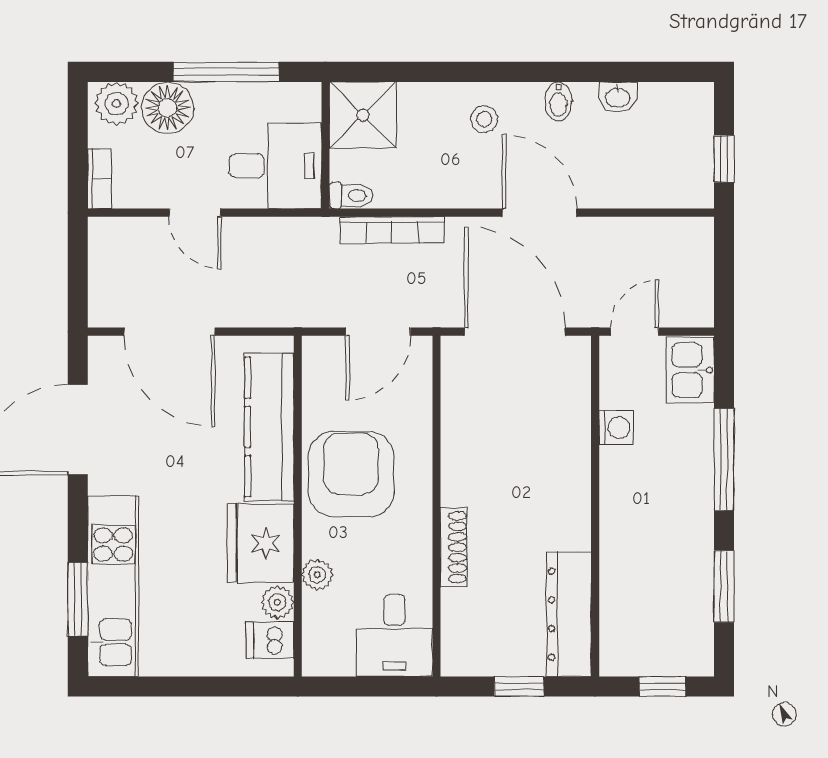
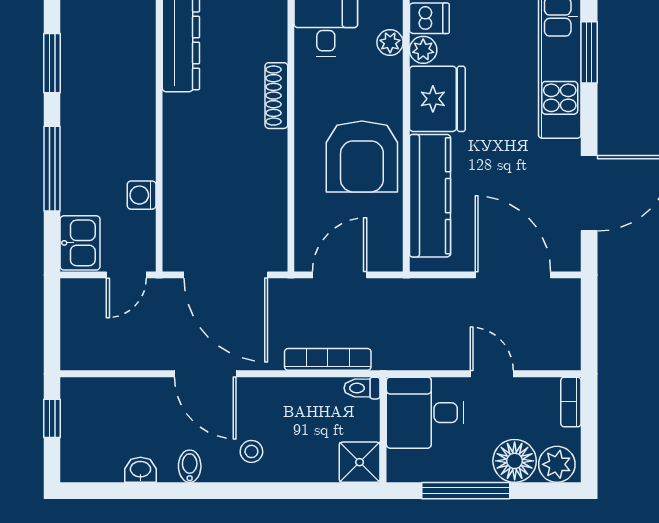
shower: (363, 115) -> (360, 462), width x0.73, depth x0.73
plant: (317, 575) -> (390, 42), moved

